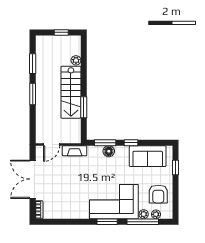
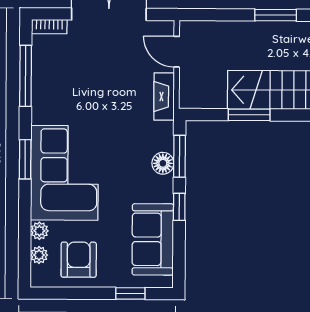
armchair: (158, 194) -> (79, 260), turned 90
window: (143, 222) -> (26, 76), moved

